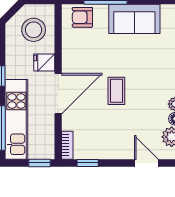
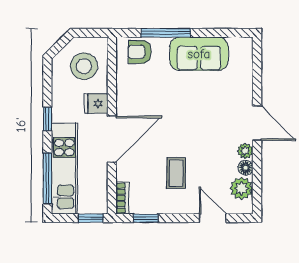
coffee table: (116, 91) -> (176, 173), moved

